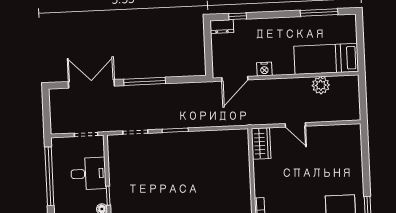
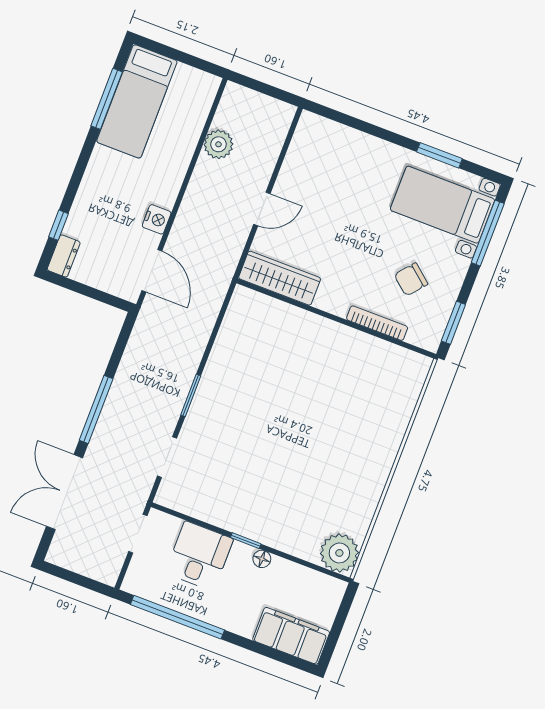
bed: (326, 59) -> (137, 101), moved
wardrobe: (261, 143) -> (280, 278), width x1.50

